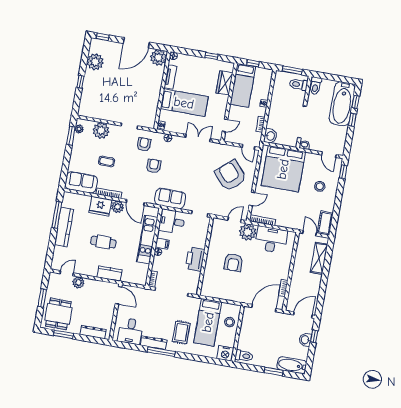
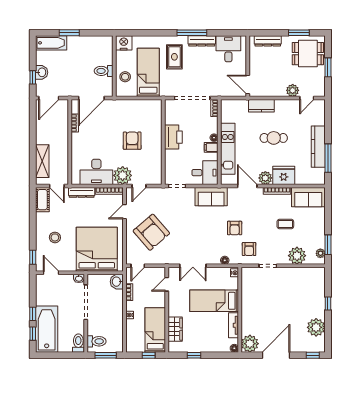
door: (248, 147) -> (138, 266), swing flipped
dresser: (288, 223) -> (82, 192), added
dining table: (58, 314) -> (308, 54), turned 90
toilet: (244, 356) -> (104, 71), moved

